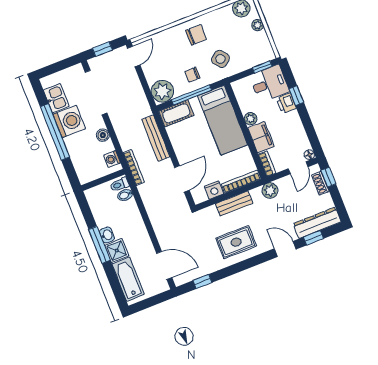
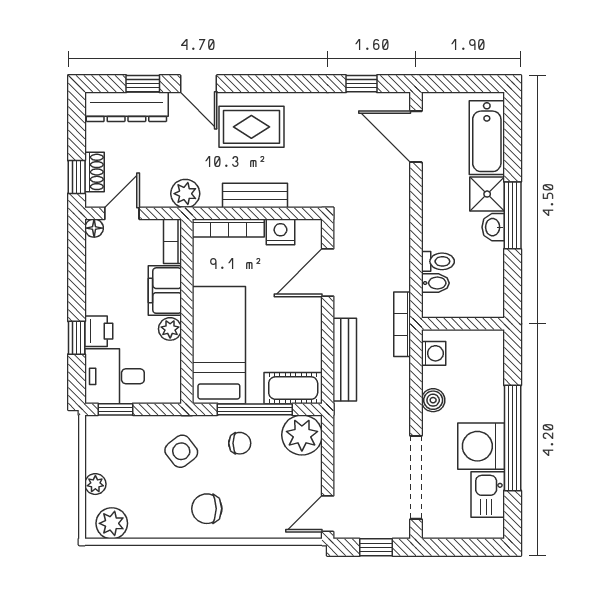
toilet: (120, 185) -> (438, 261), moved
rug: (236, 242) -> (251, 127), moved

